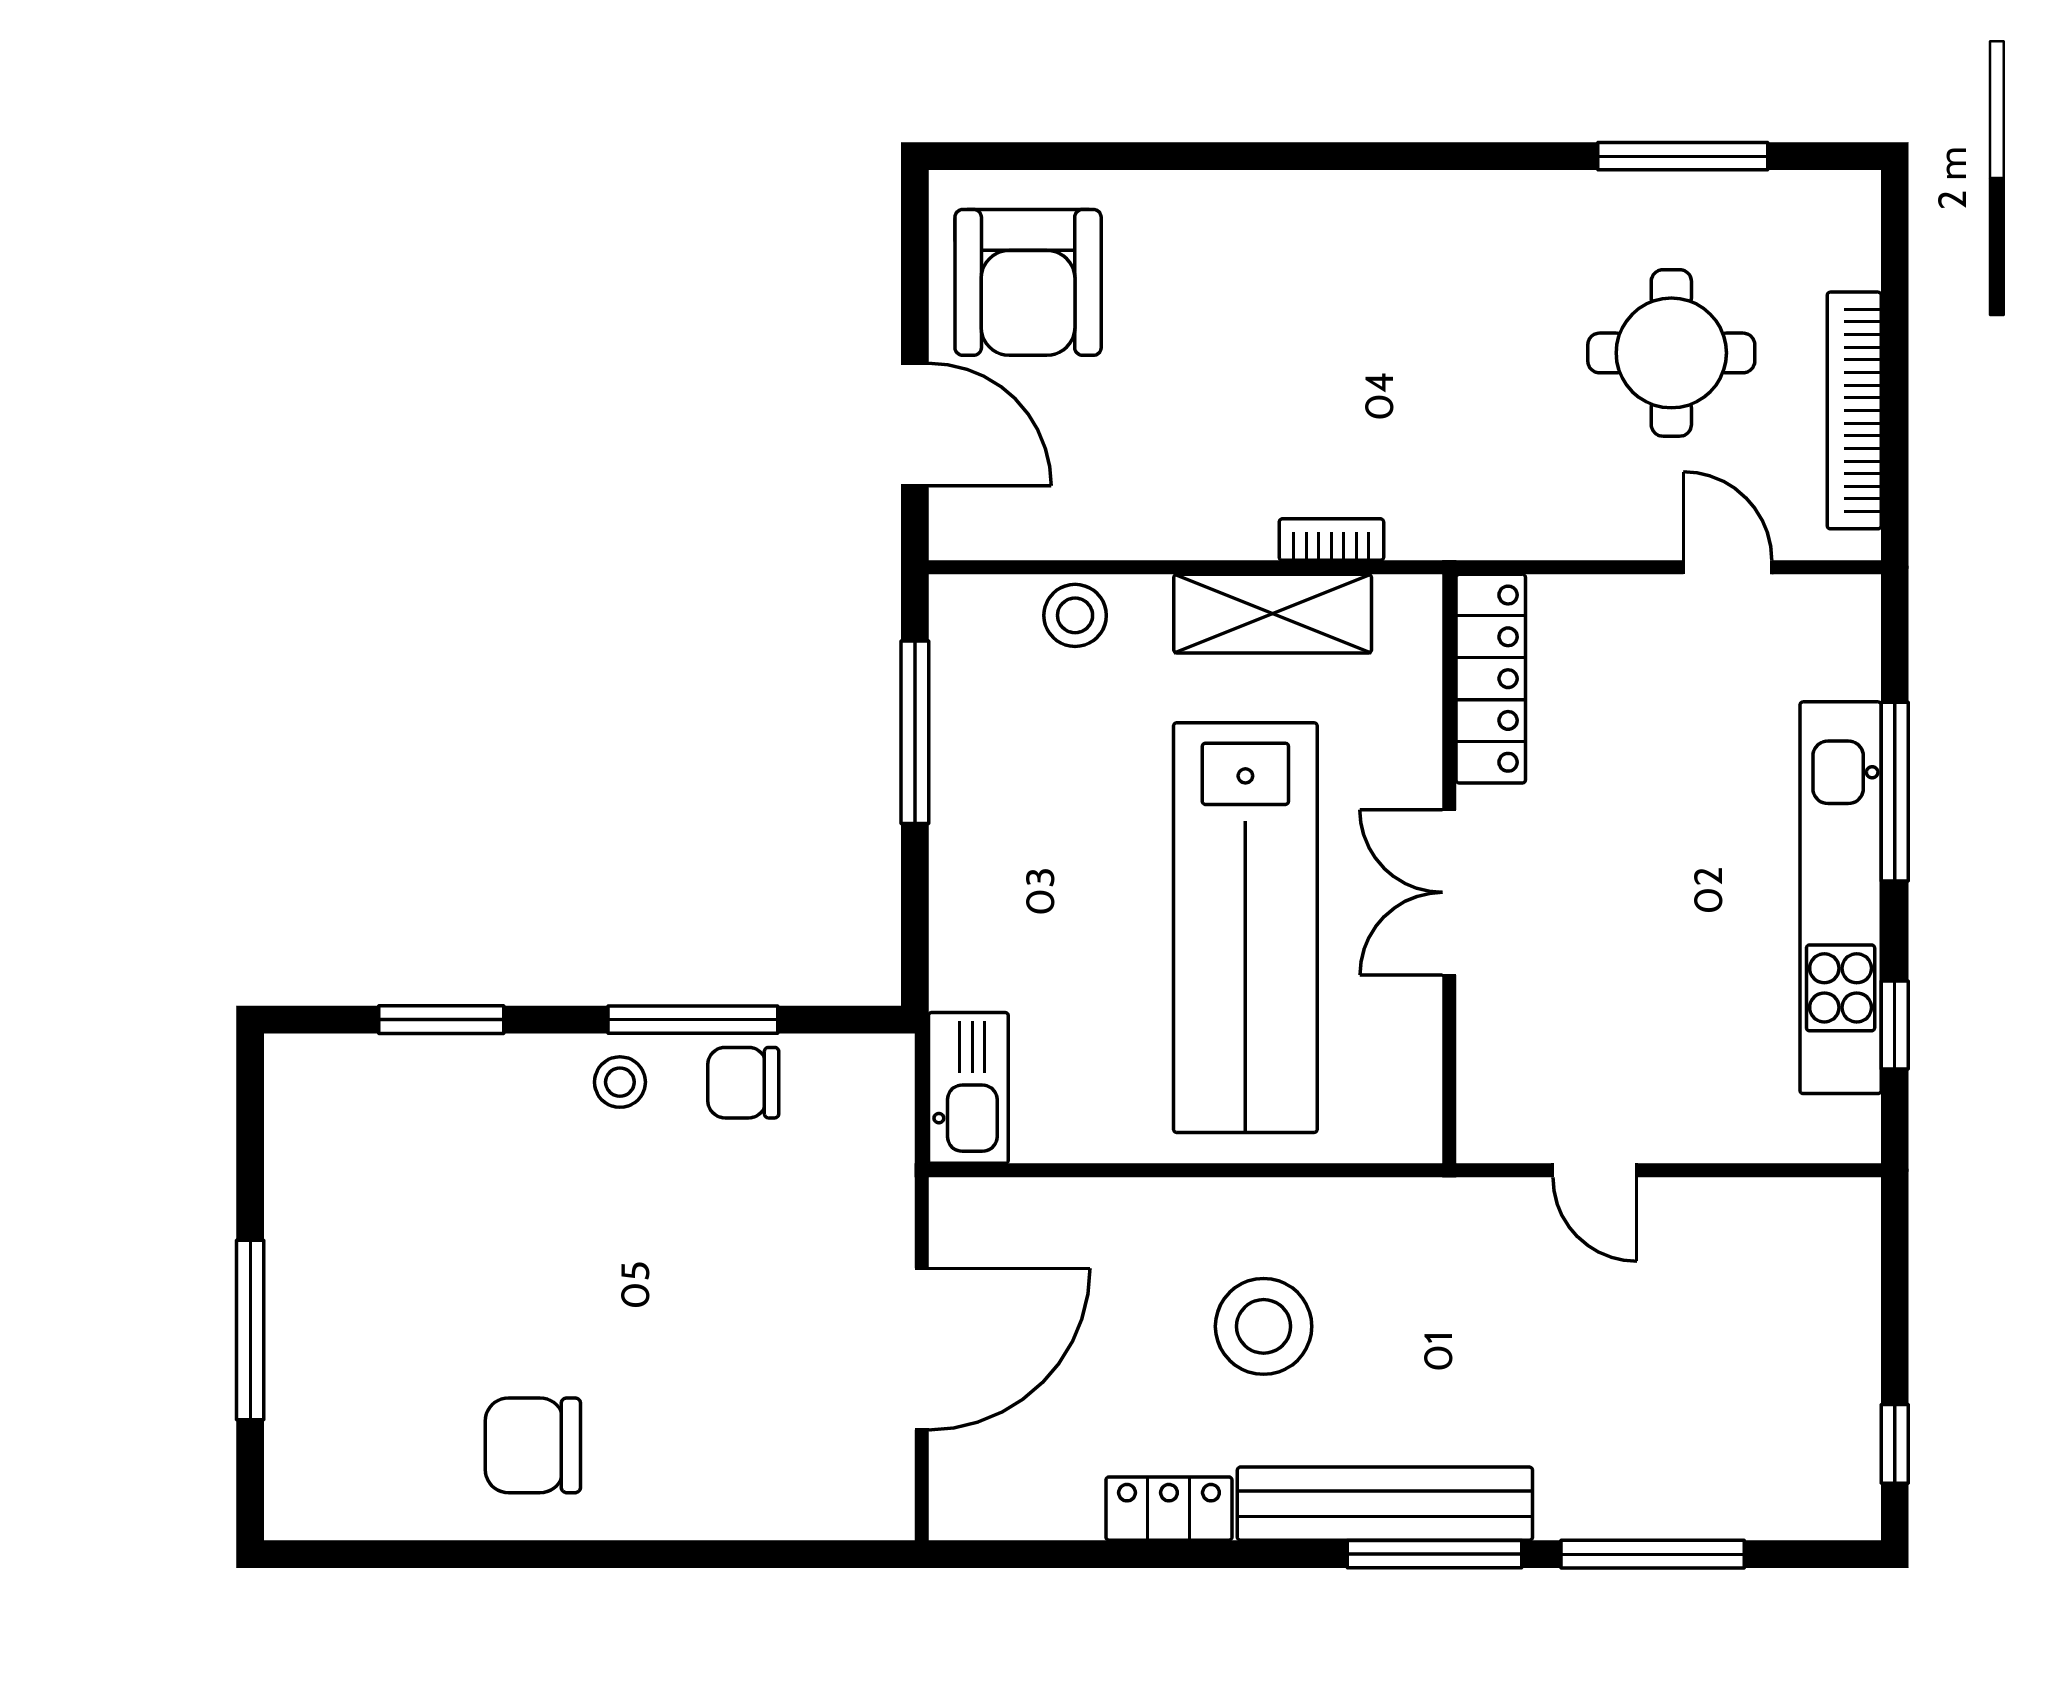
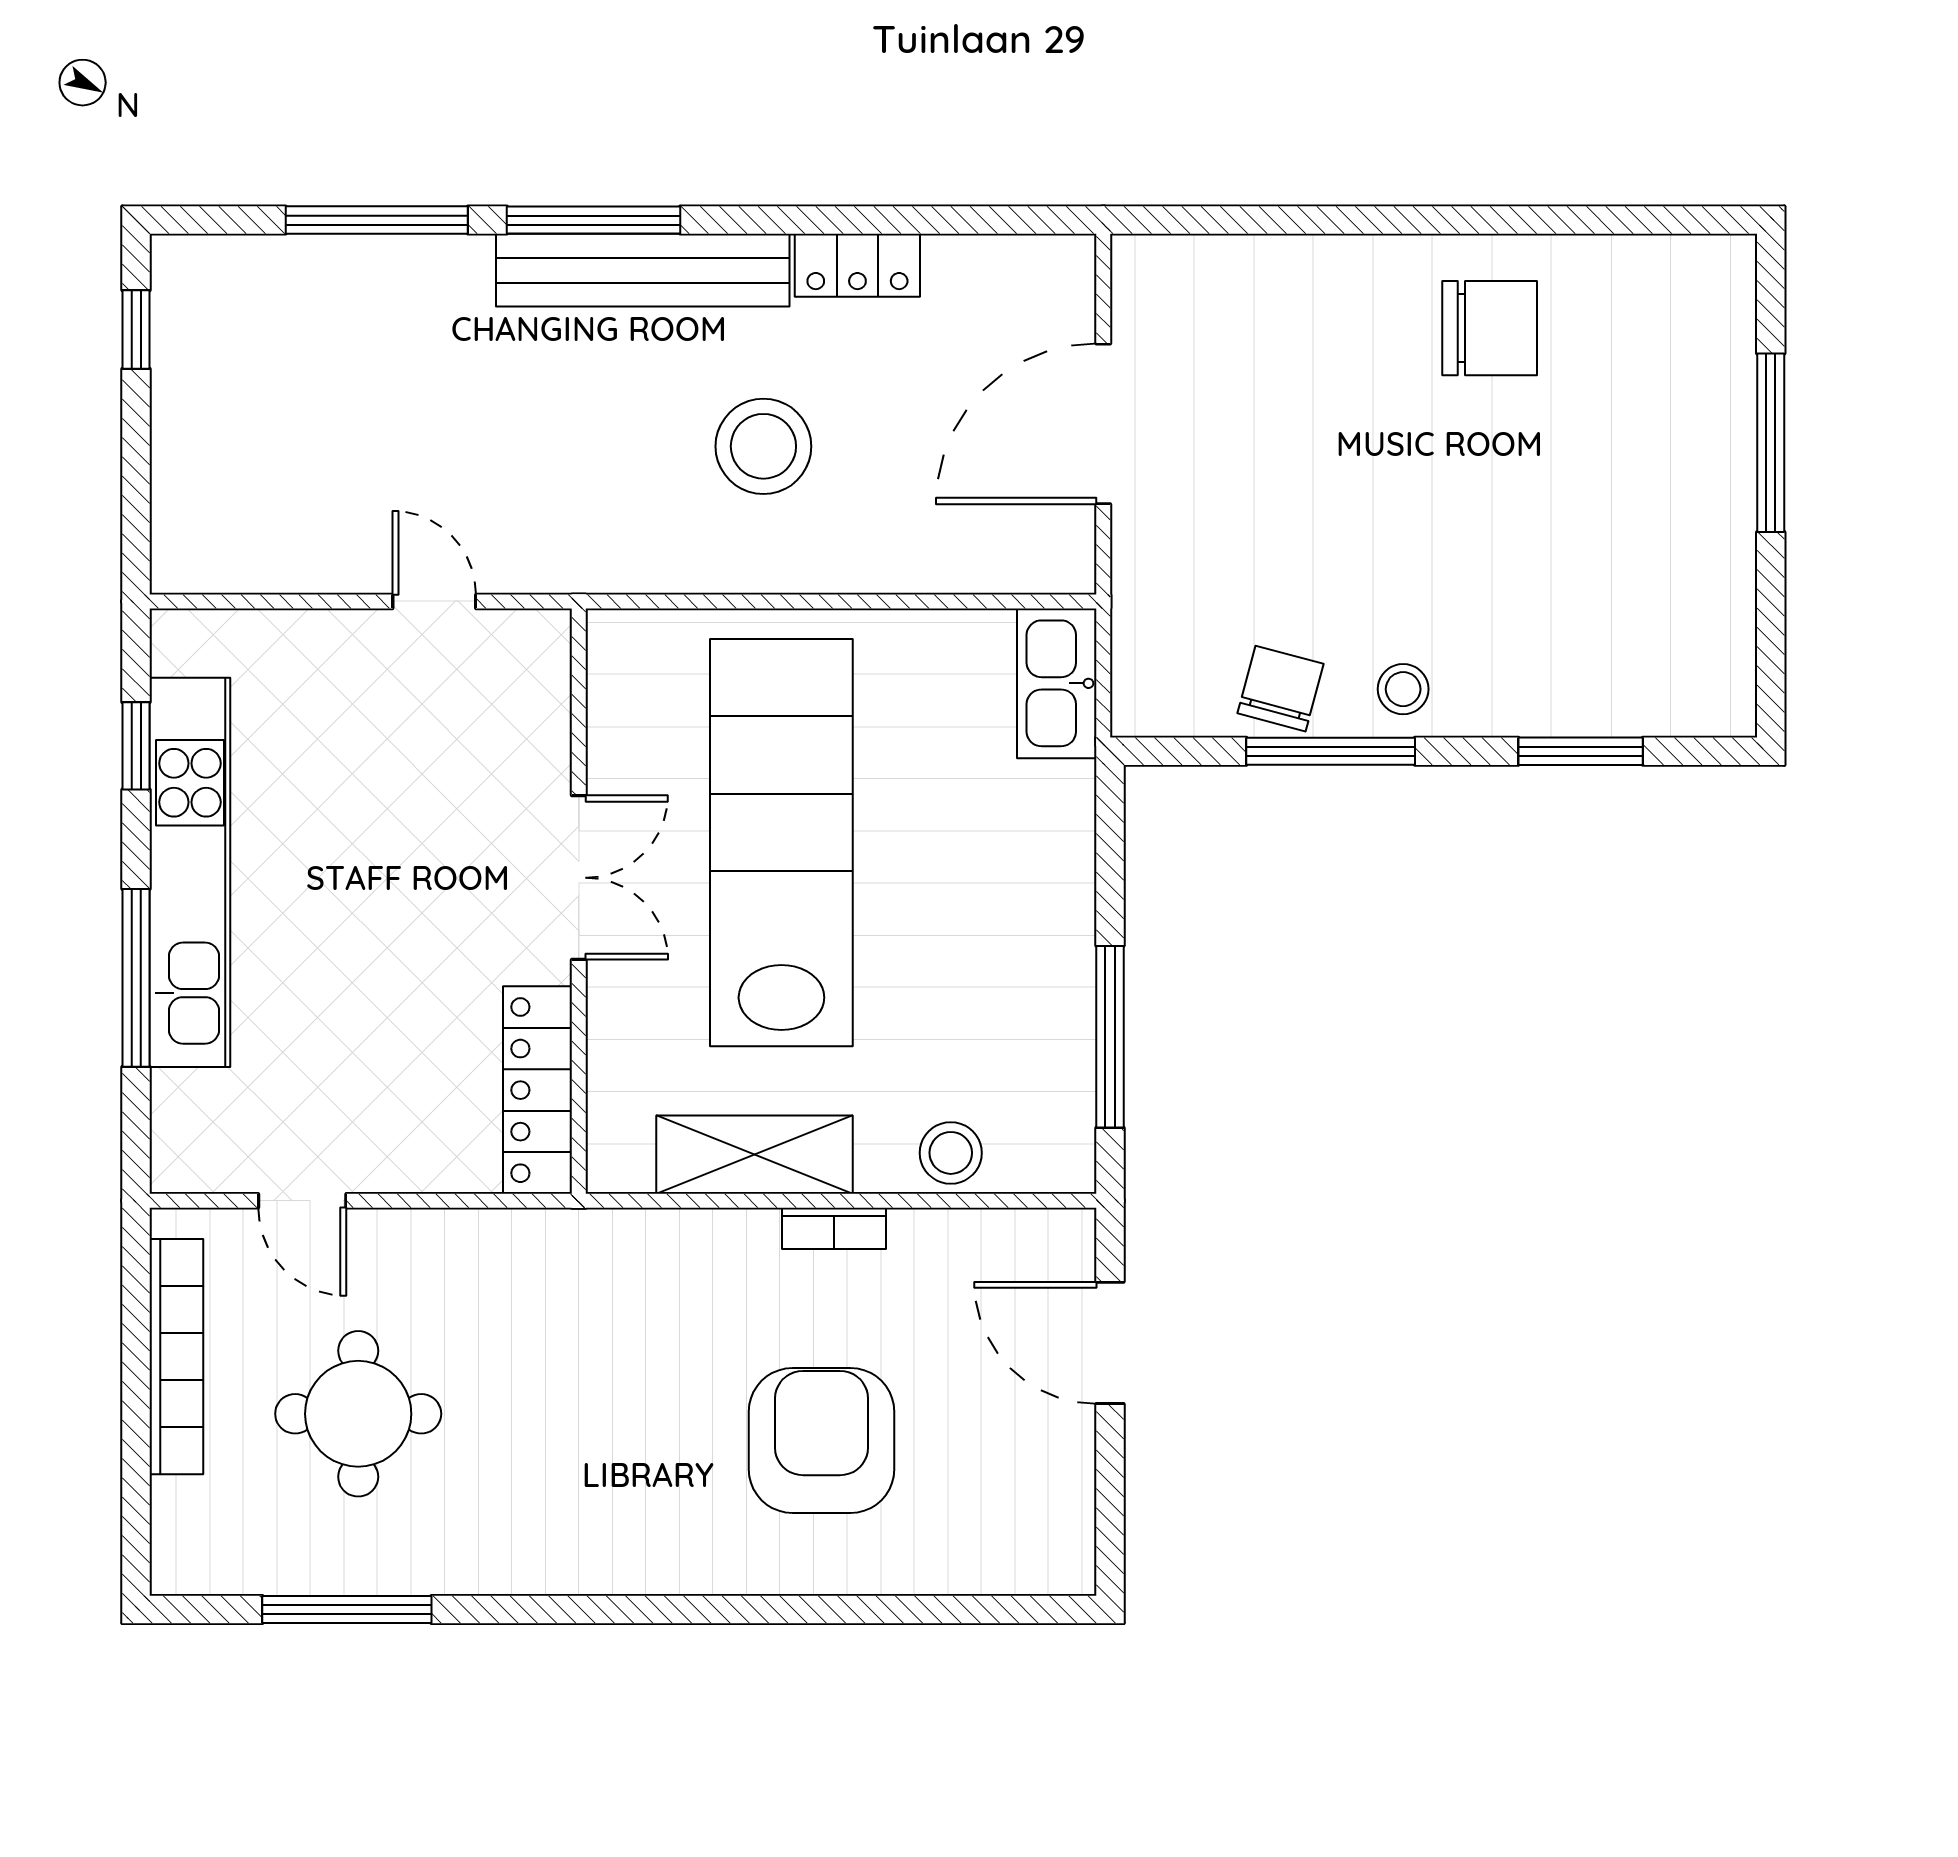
armchair: (1028, 282) -> (822, 1440), moved
bookcase: (1331, 540) -> (834, 1228), moved
chair: (743, 1083) -> (1281, 689), turned -75

